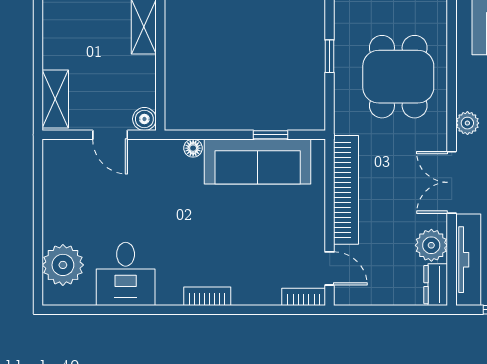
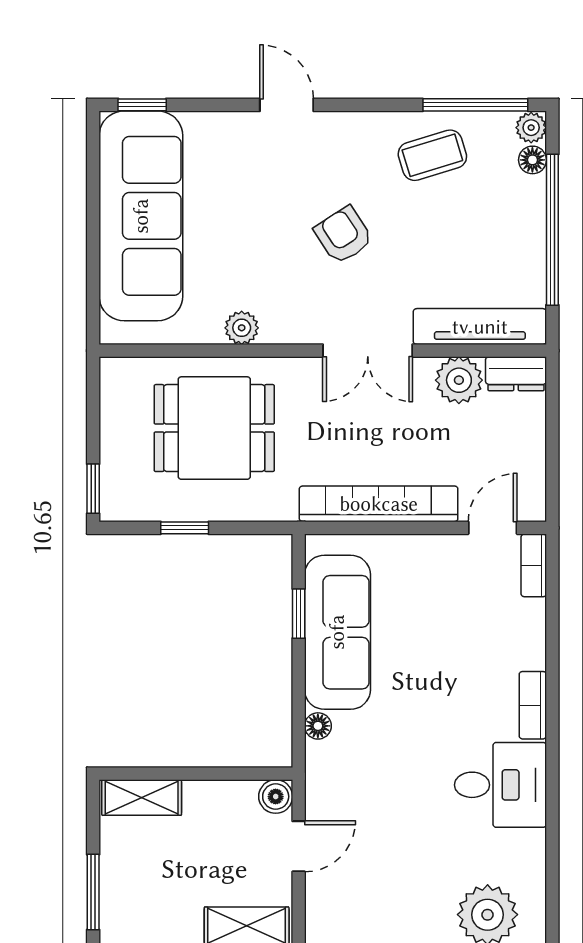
plant: (467, 123) -> (242, 328), moved
desk: (126, 274) -> (500, 785), moved

